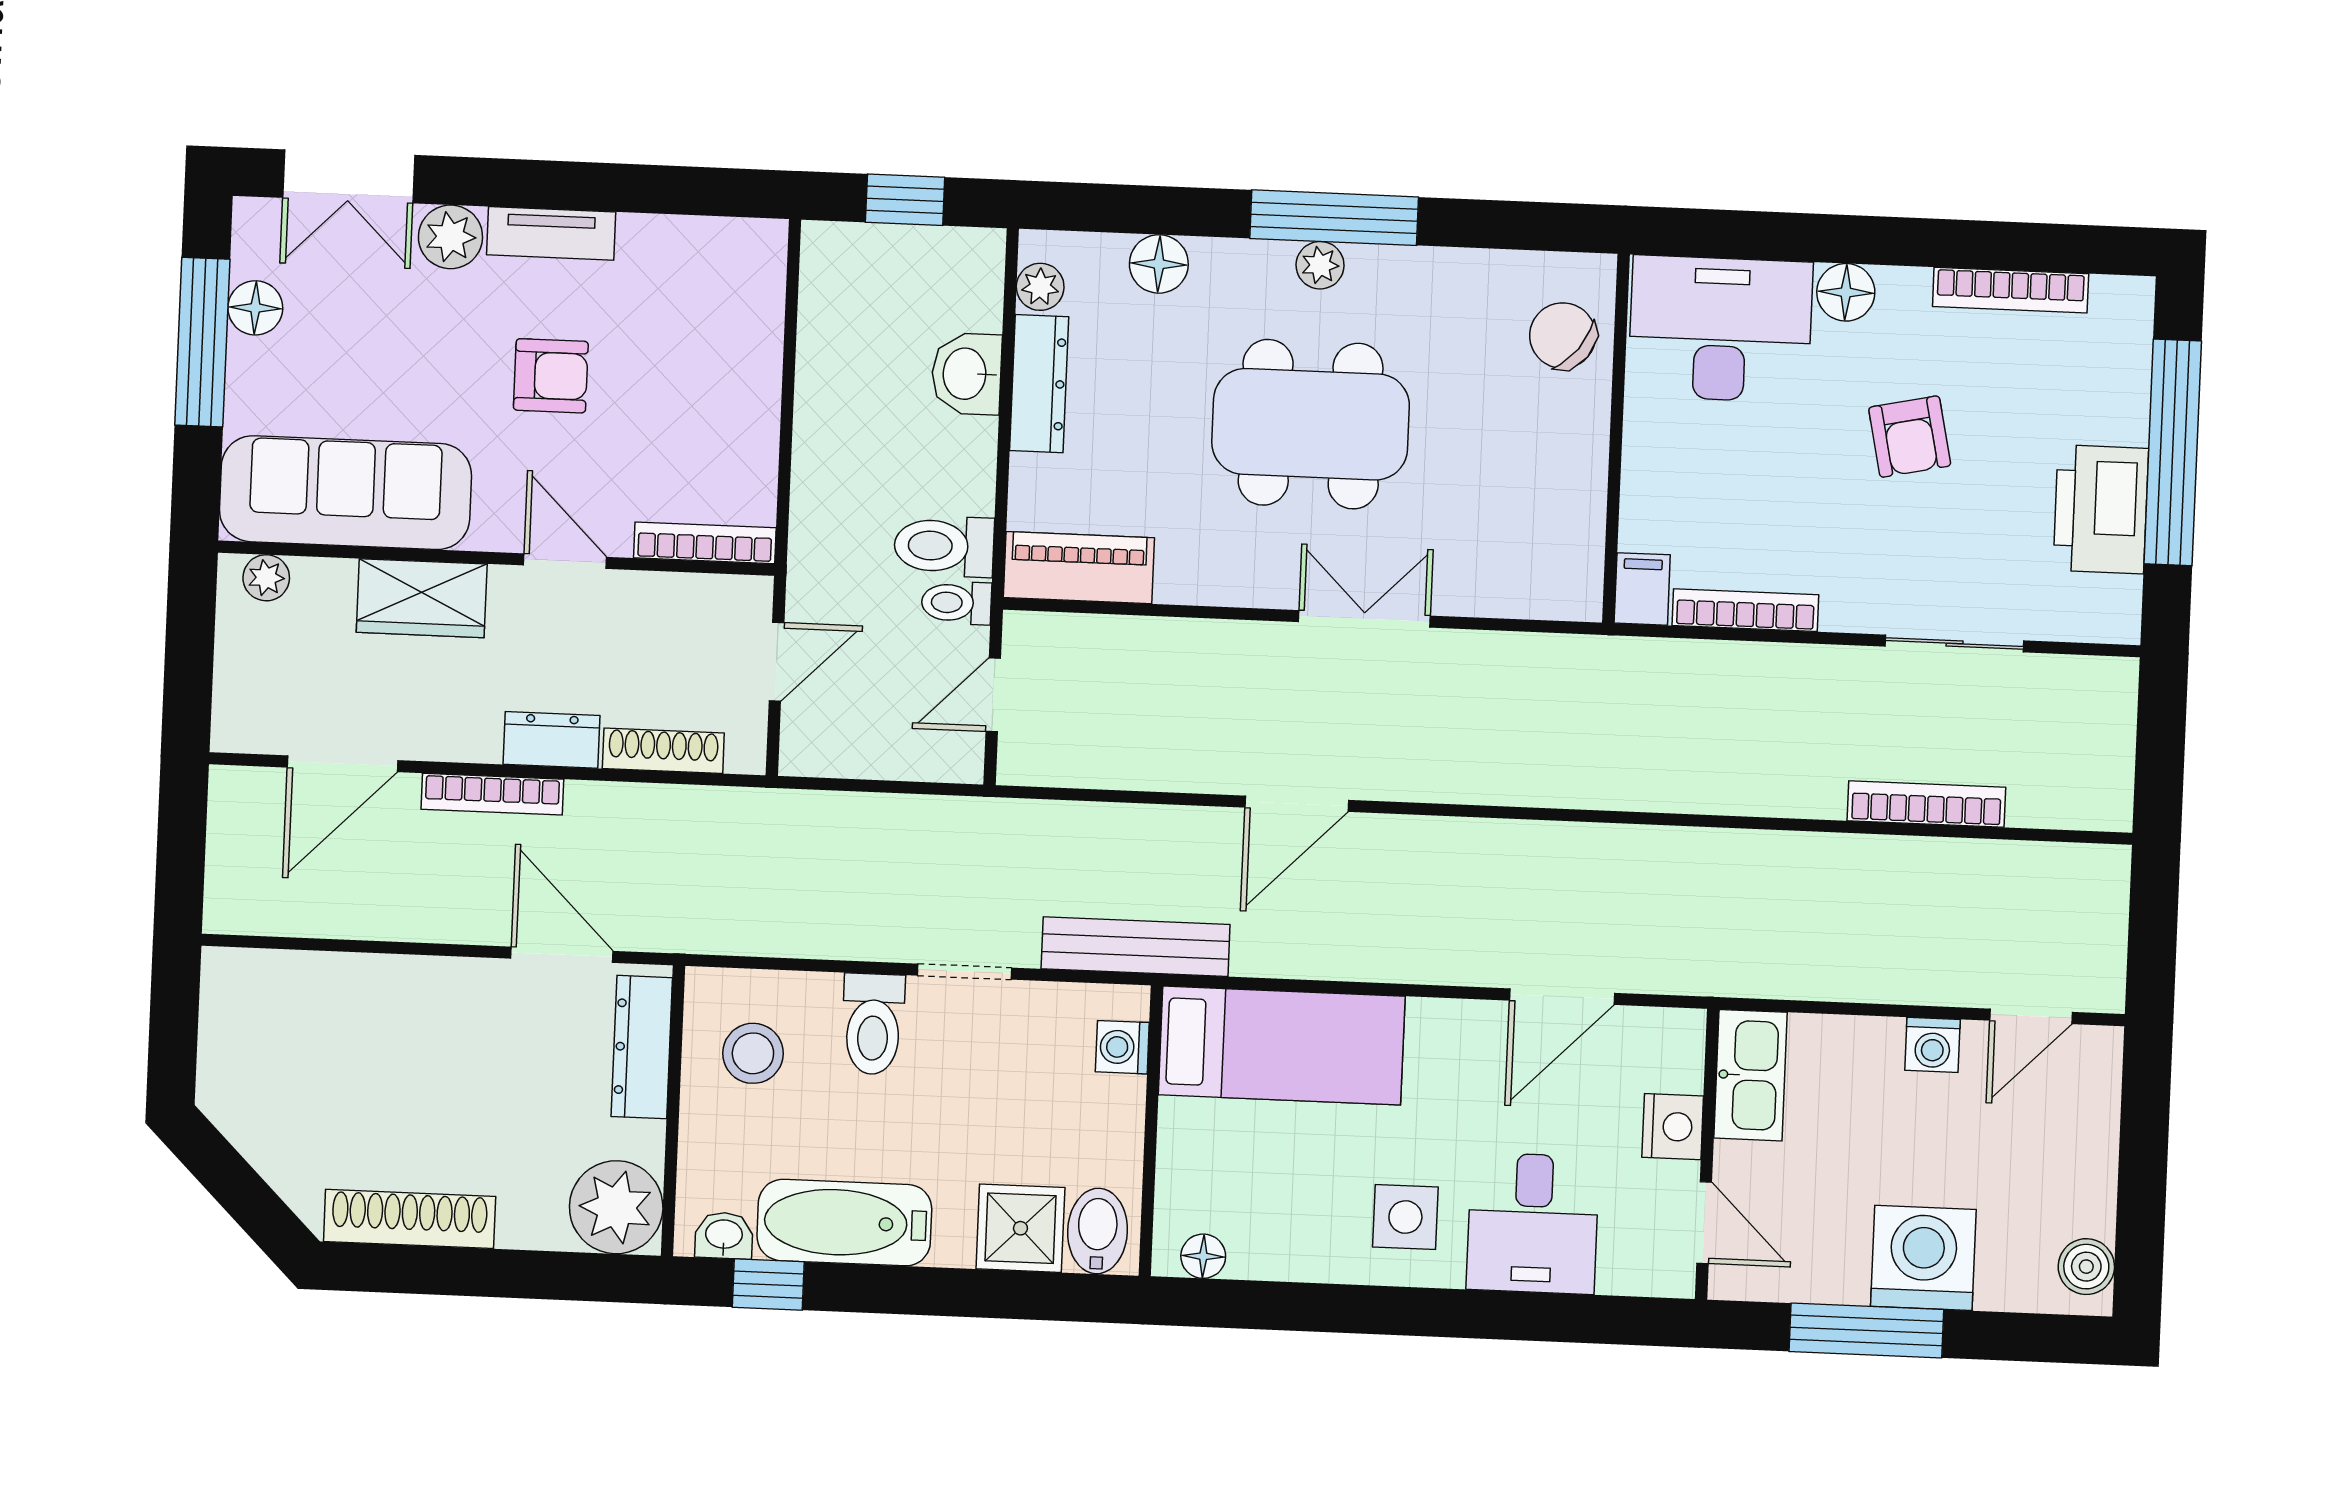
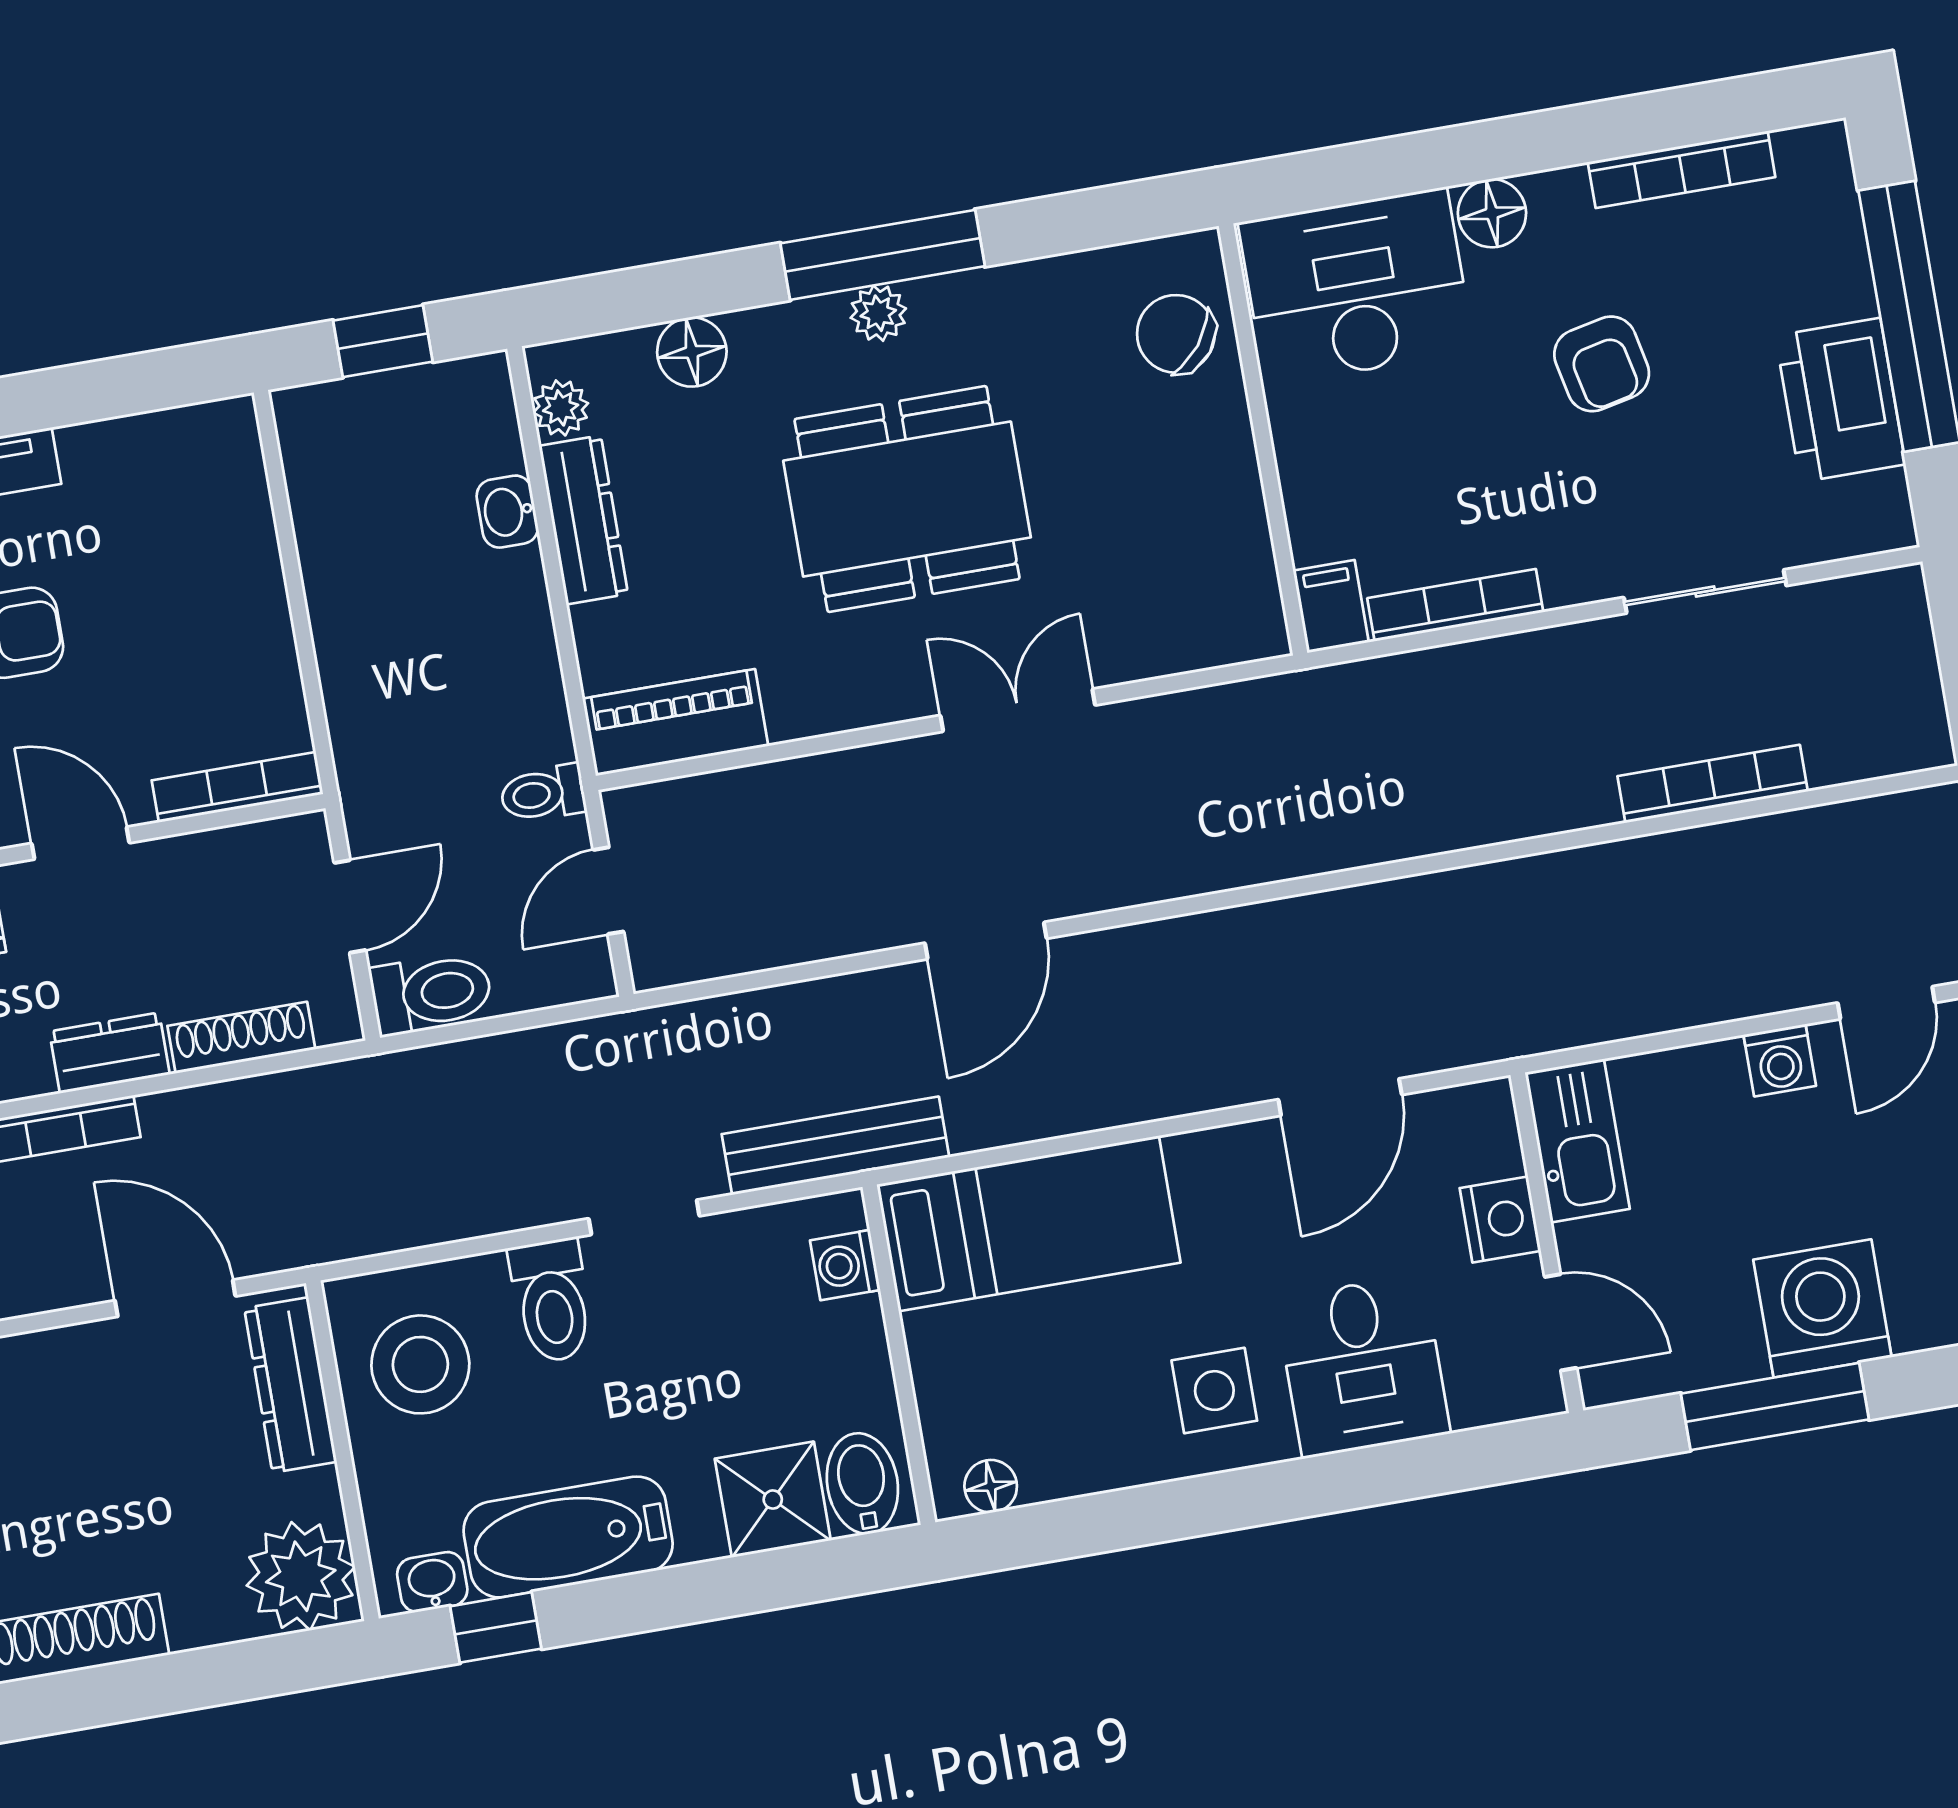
washbasin: (967, 374) -> (507, 512), width x0.72, depth x0.69
toilet: (944, 546) -> (431, 993), moved, turned 180
stool: (753, 1053) -> (420, 1364), width x1.38, depth x1.38

